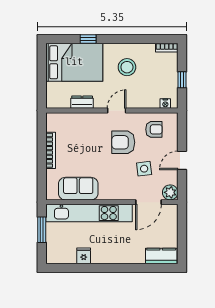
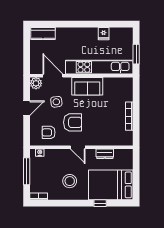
window: (182, 80) -> (27, 171), width x2.17
door: (117, 110) -> (78, 147), hinge flipped
sofa: (78, 189) -> (87, 86), moved
door: (148, 202) -> (53, 76), hinge flipped

